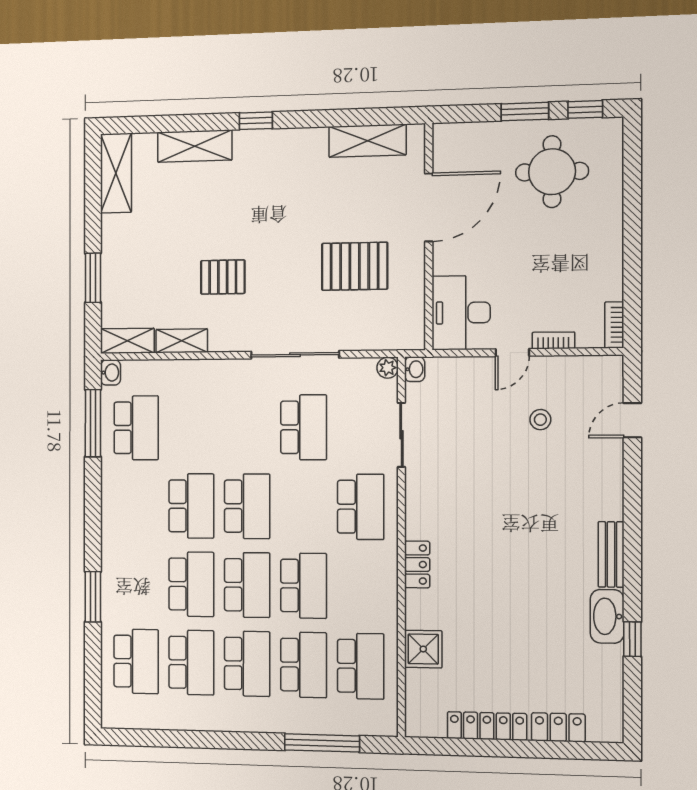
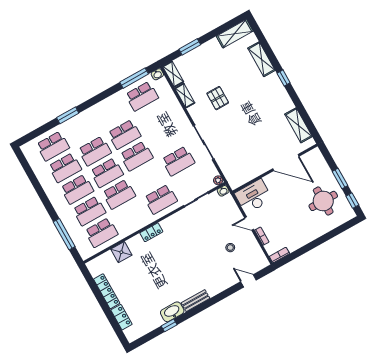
pallet: (355, 266) -> (249, 147), removed

